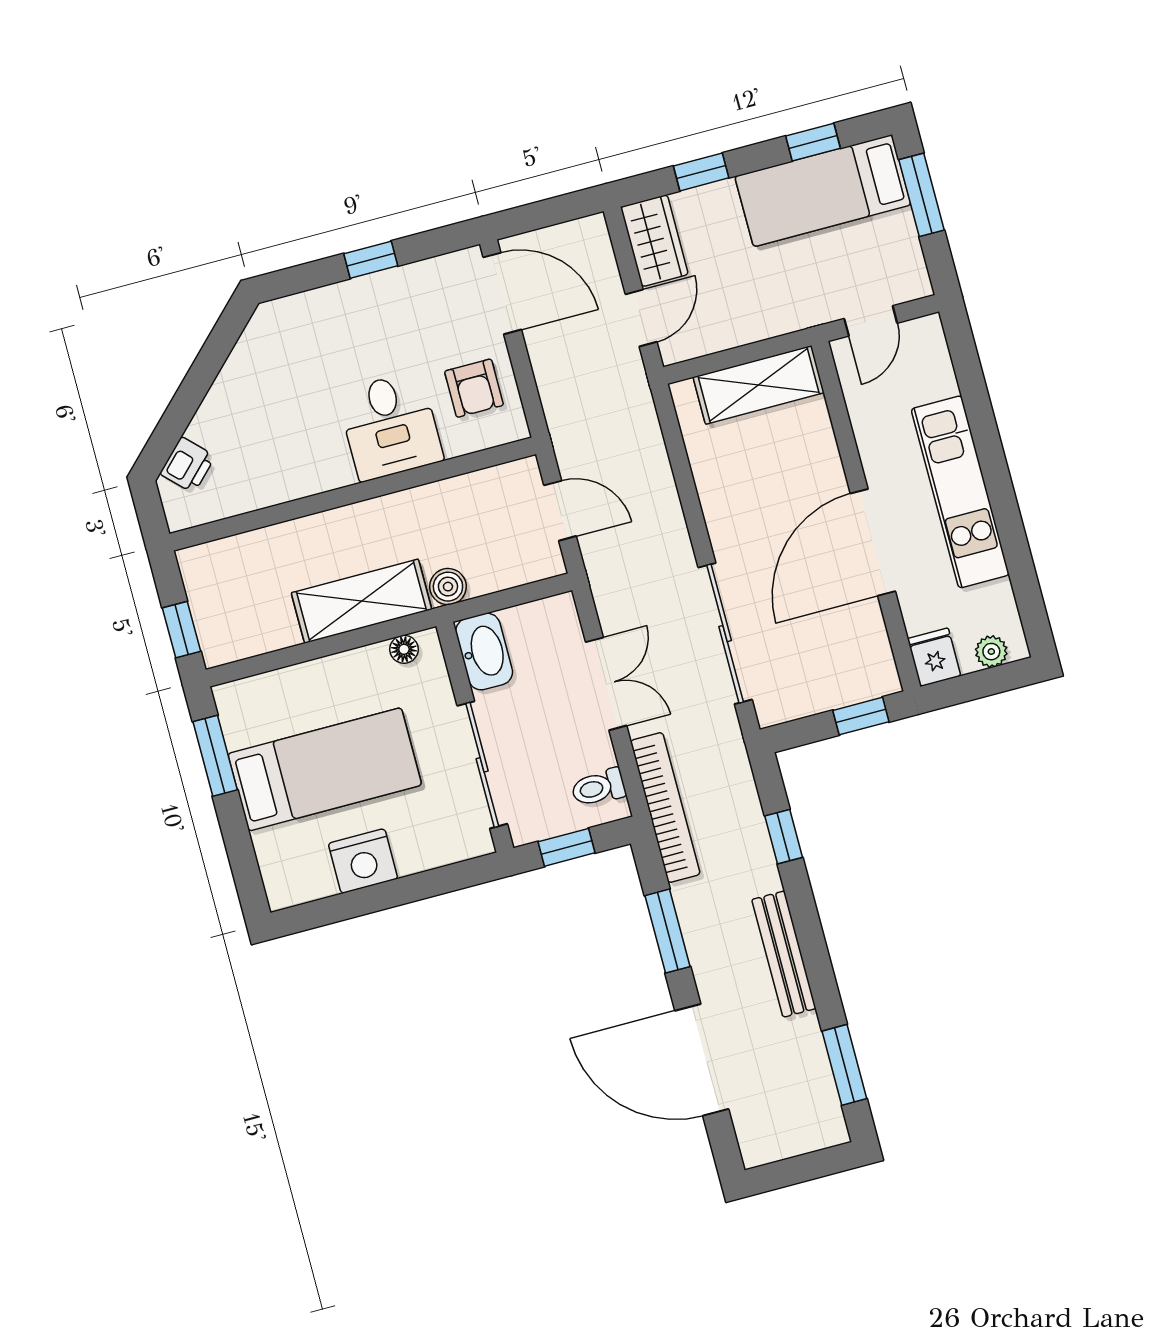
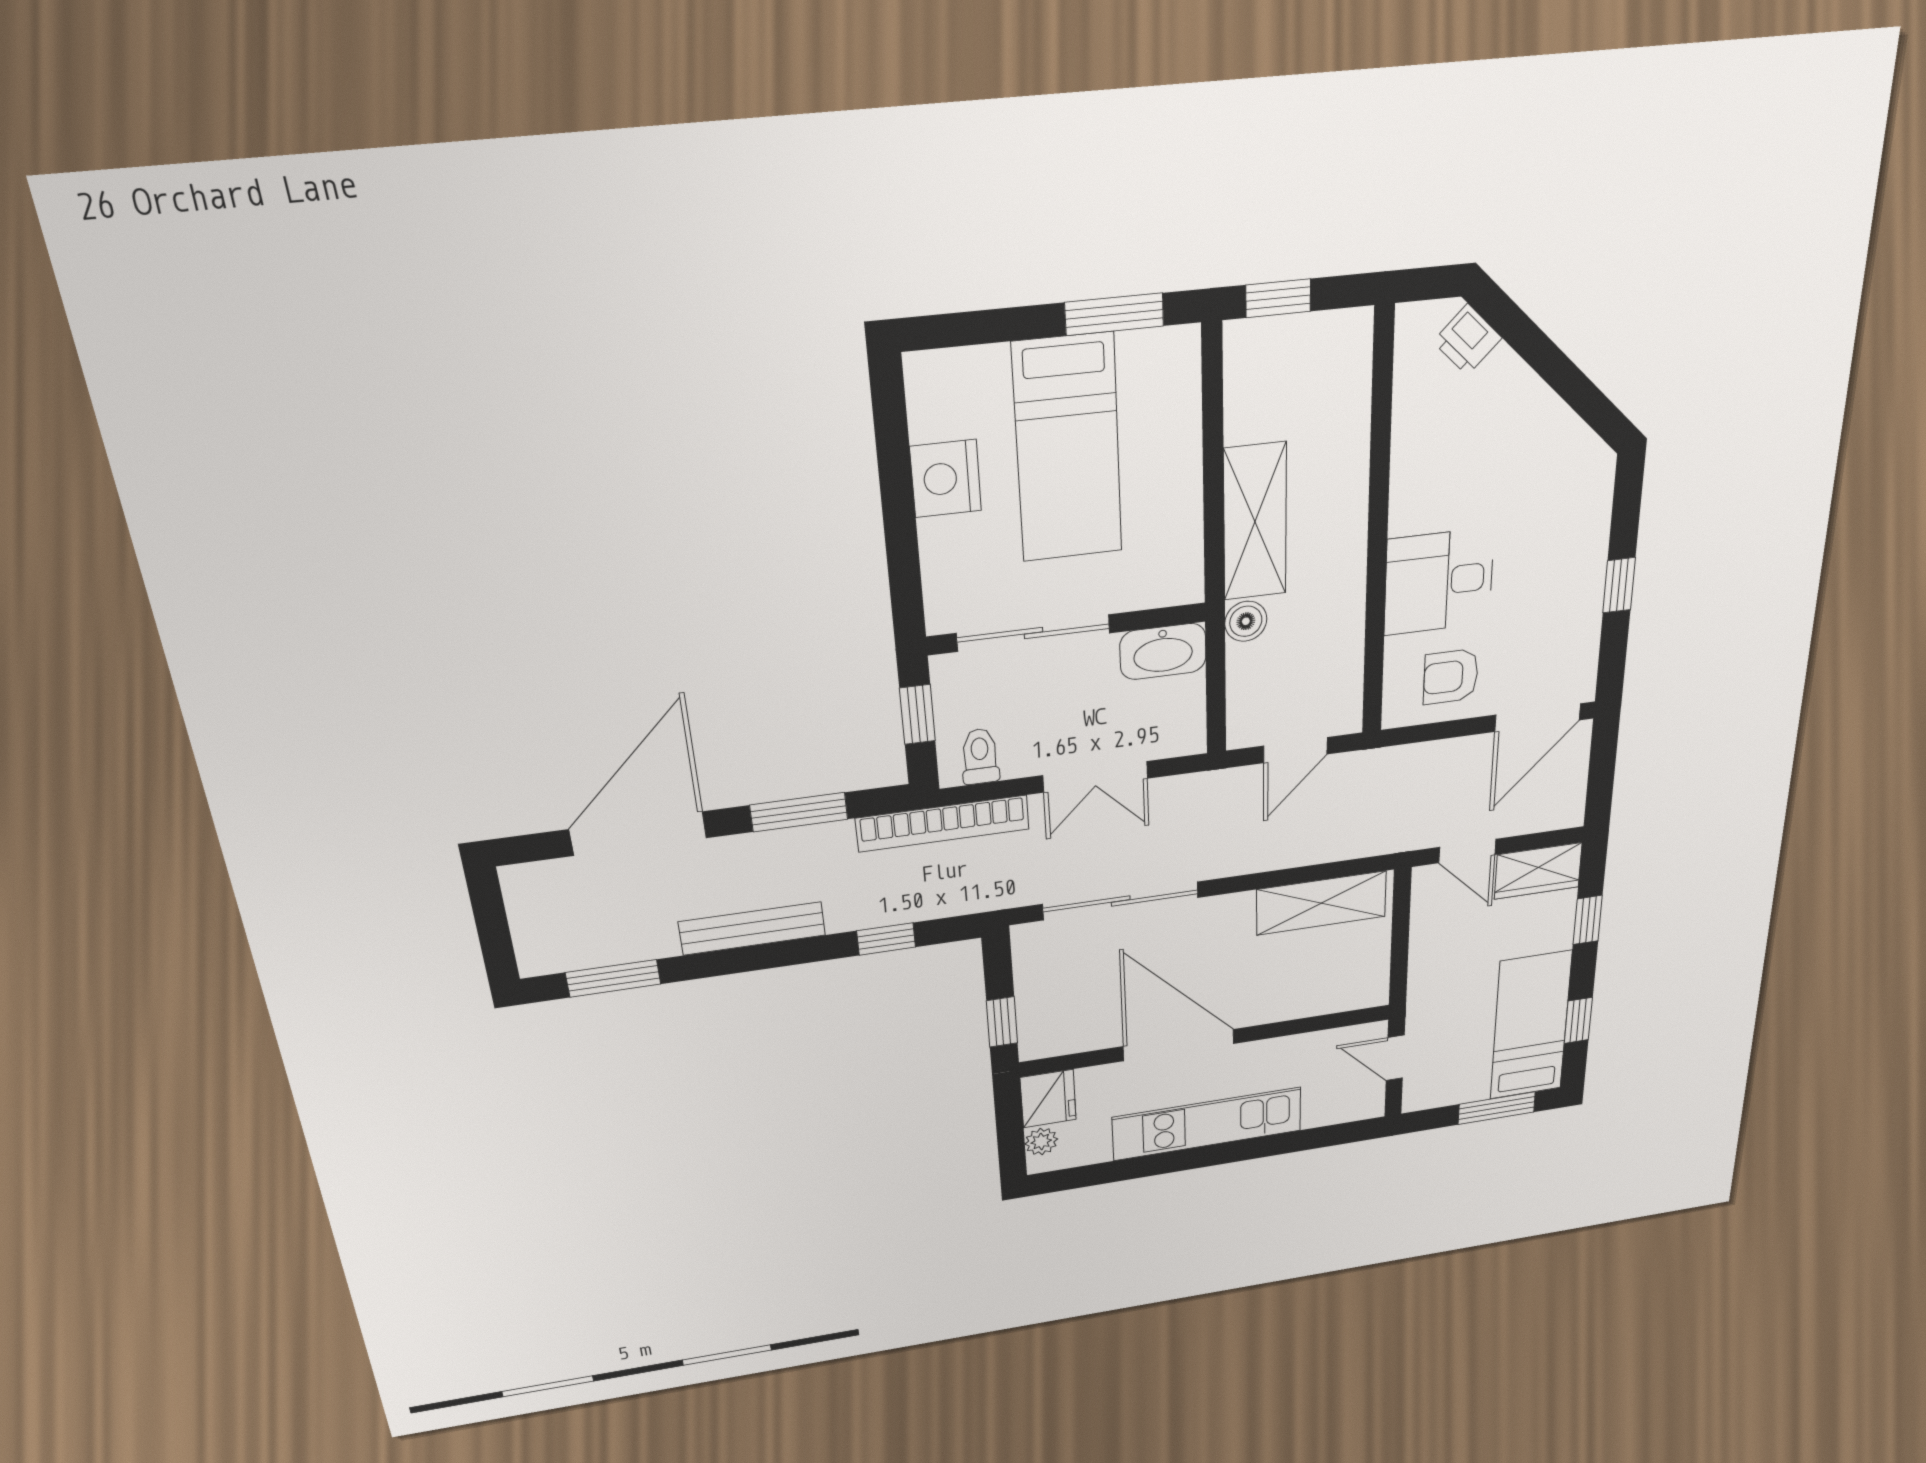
shelving: (759, 385) -> (1321, 903), moved, turned 90
floor lamp: (404, 649) -> (1188, 563), removed
fridge: (934, 657) -> (1048, 1099), width x1.38

